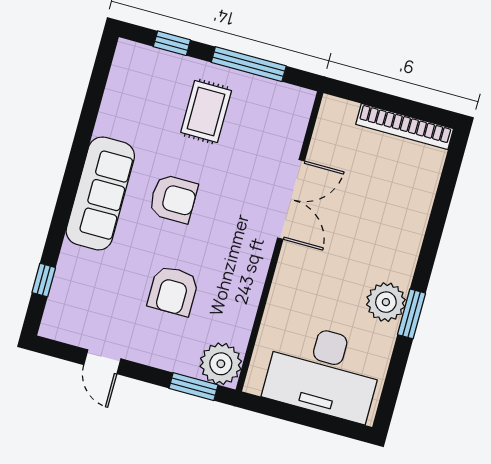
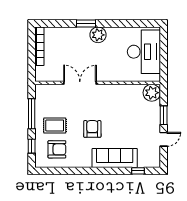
sofa: (100, 193) -> (115, 158), moved
armchair: (173, 291) -> (57, 149), moved
plant: (386, 302) -> (98, 35), moved
window: (412, 314) -> (86, 24), moved
window: (194, 387) -> (164, 115), moved

